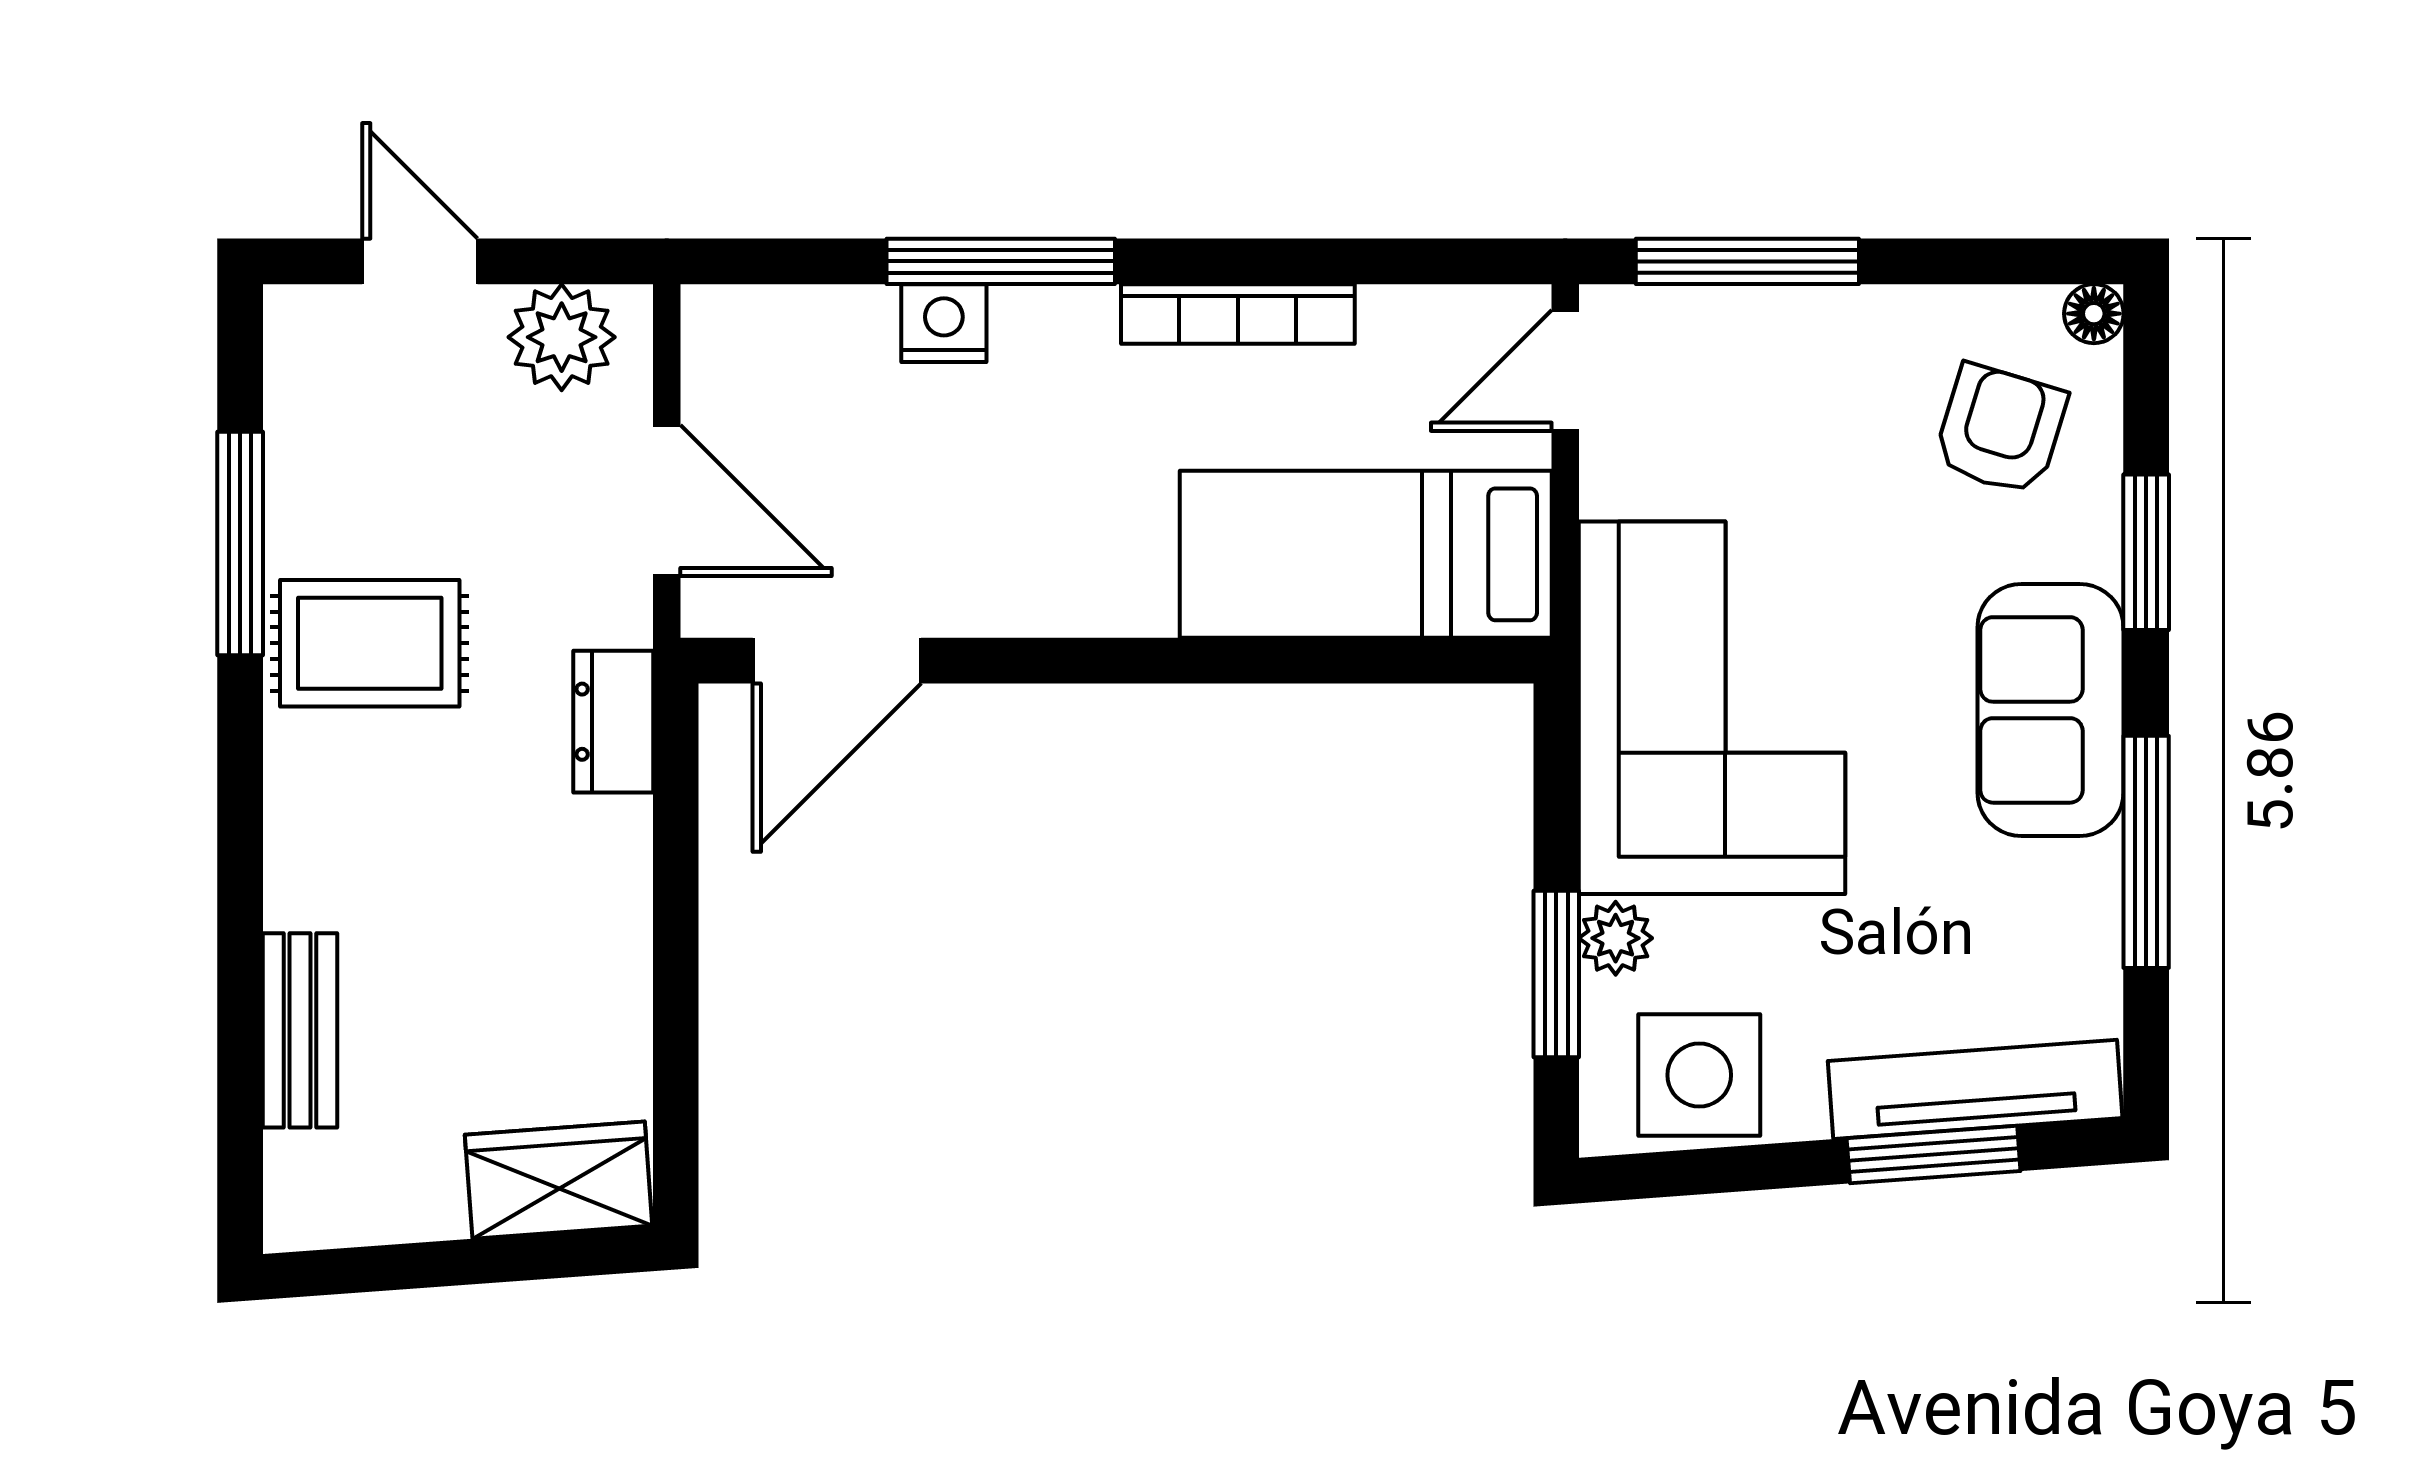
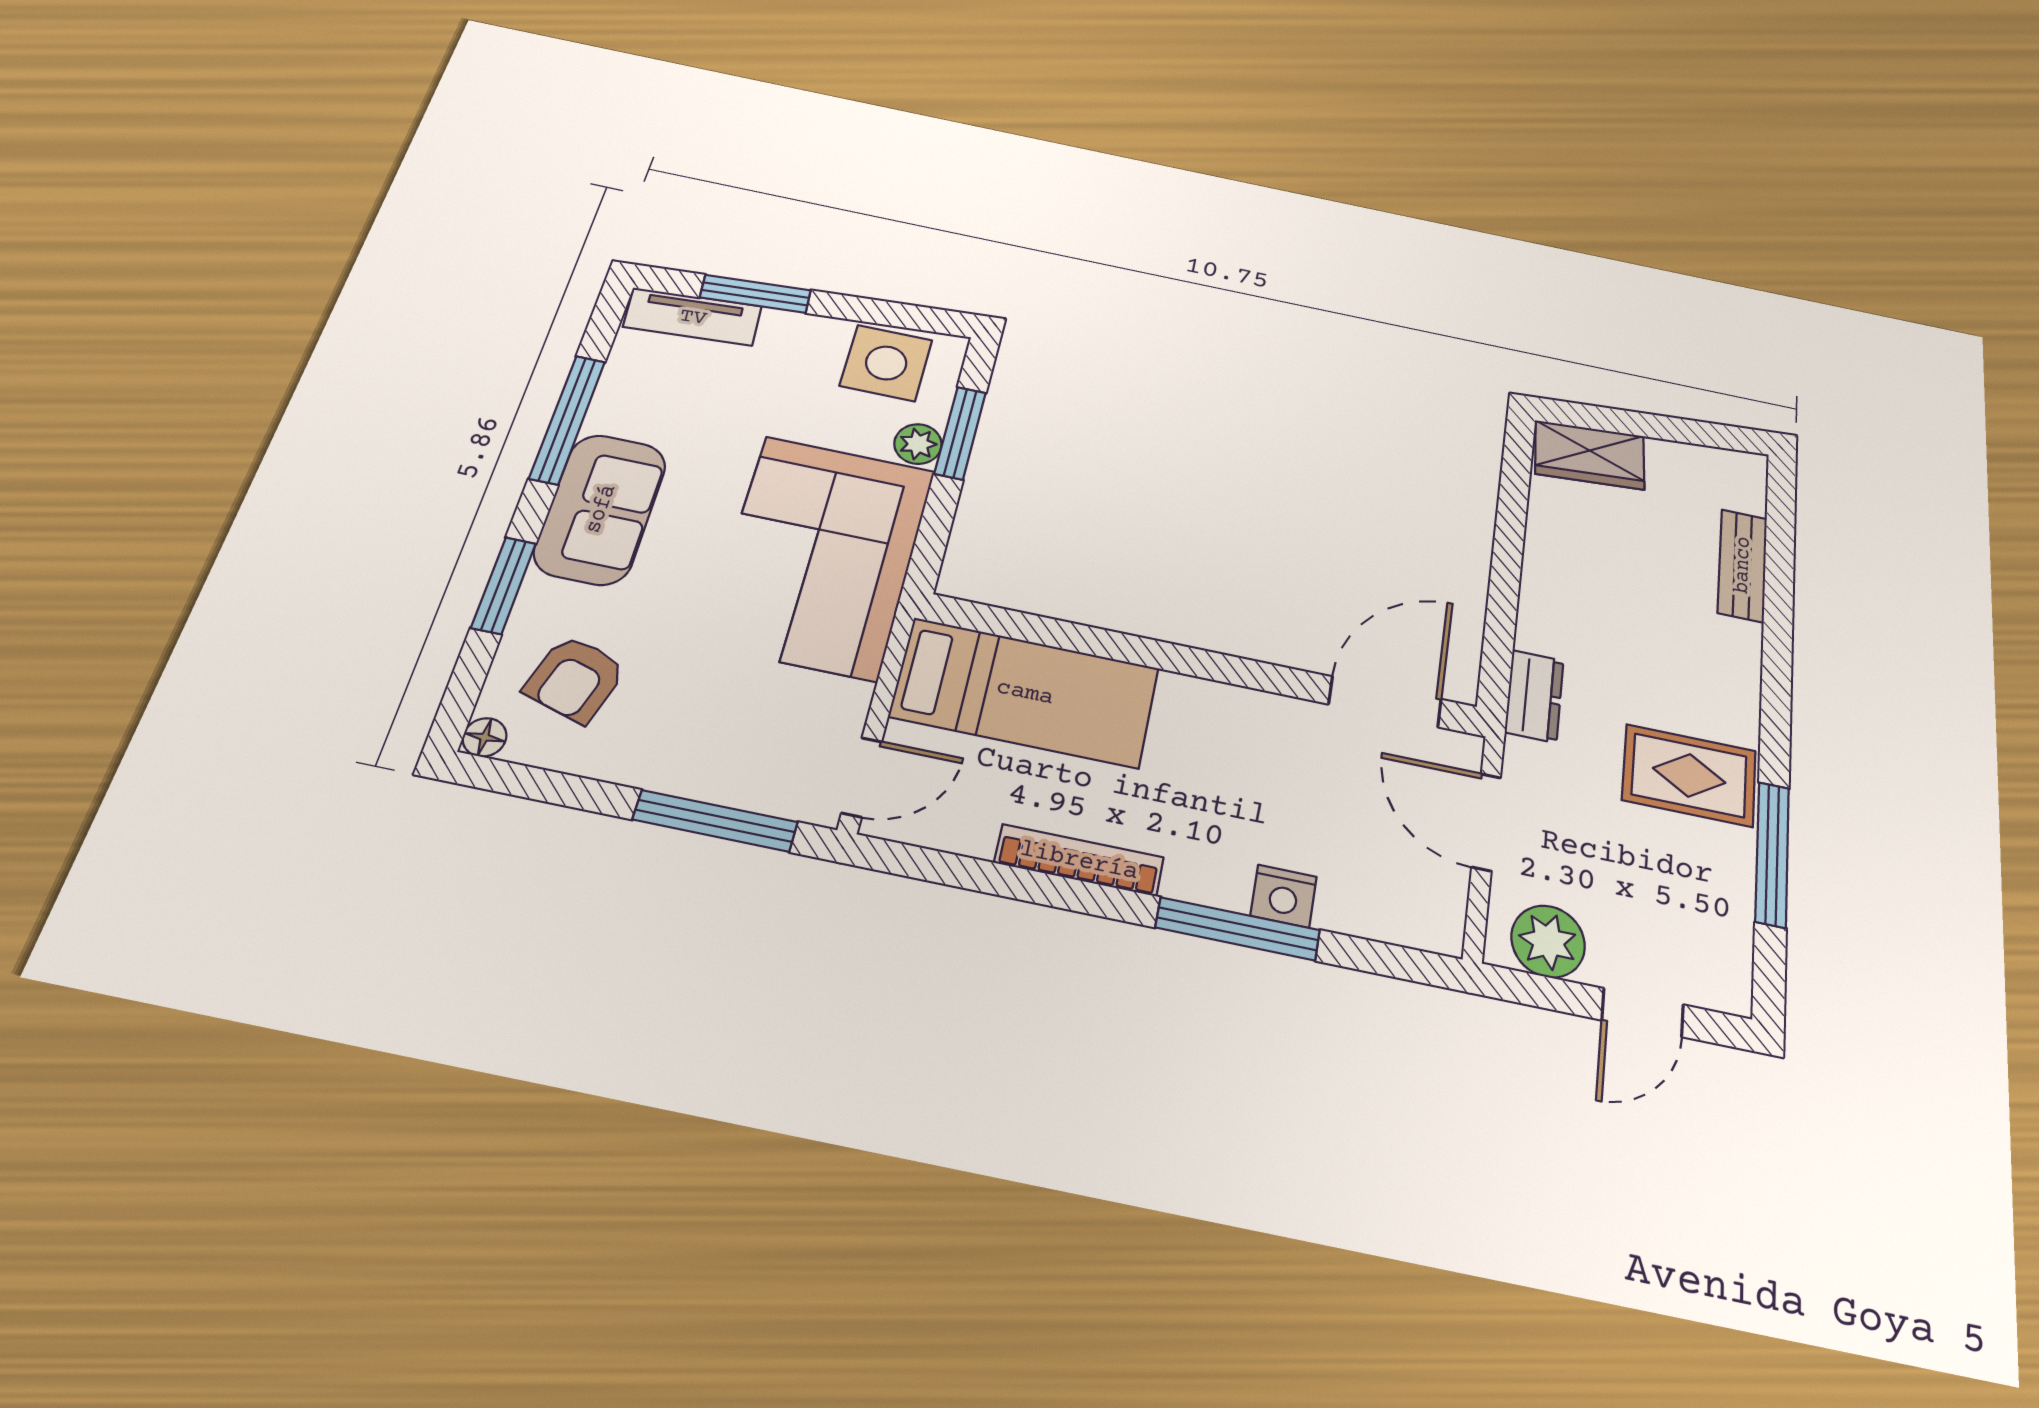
door: (420, 261) -> (1643, 1013), hinge flipped
tv unit: (1975, 1089) -> (693, 317), width x0.71

